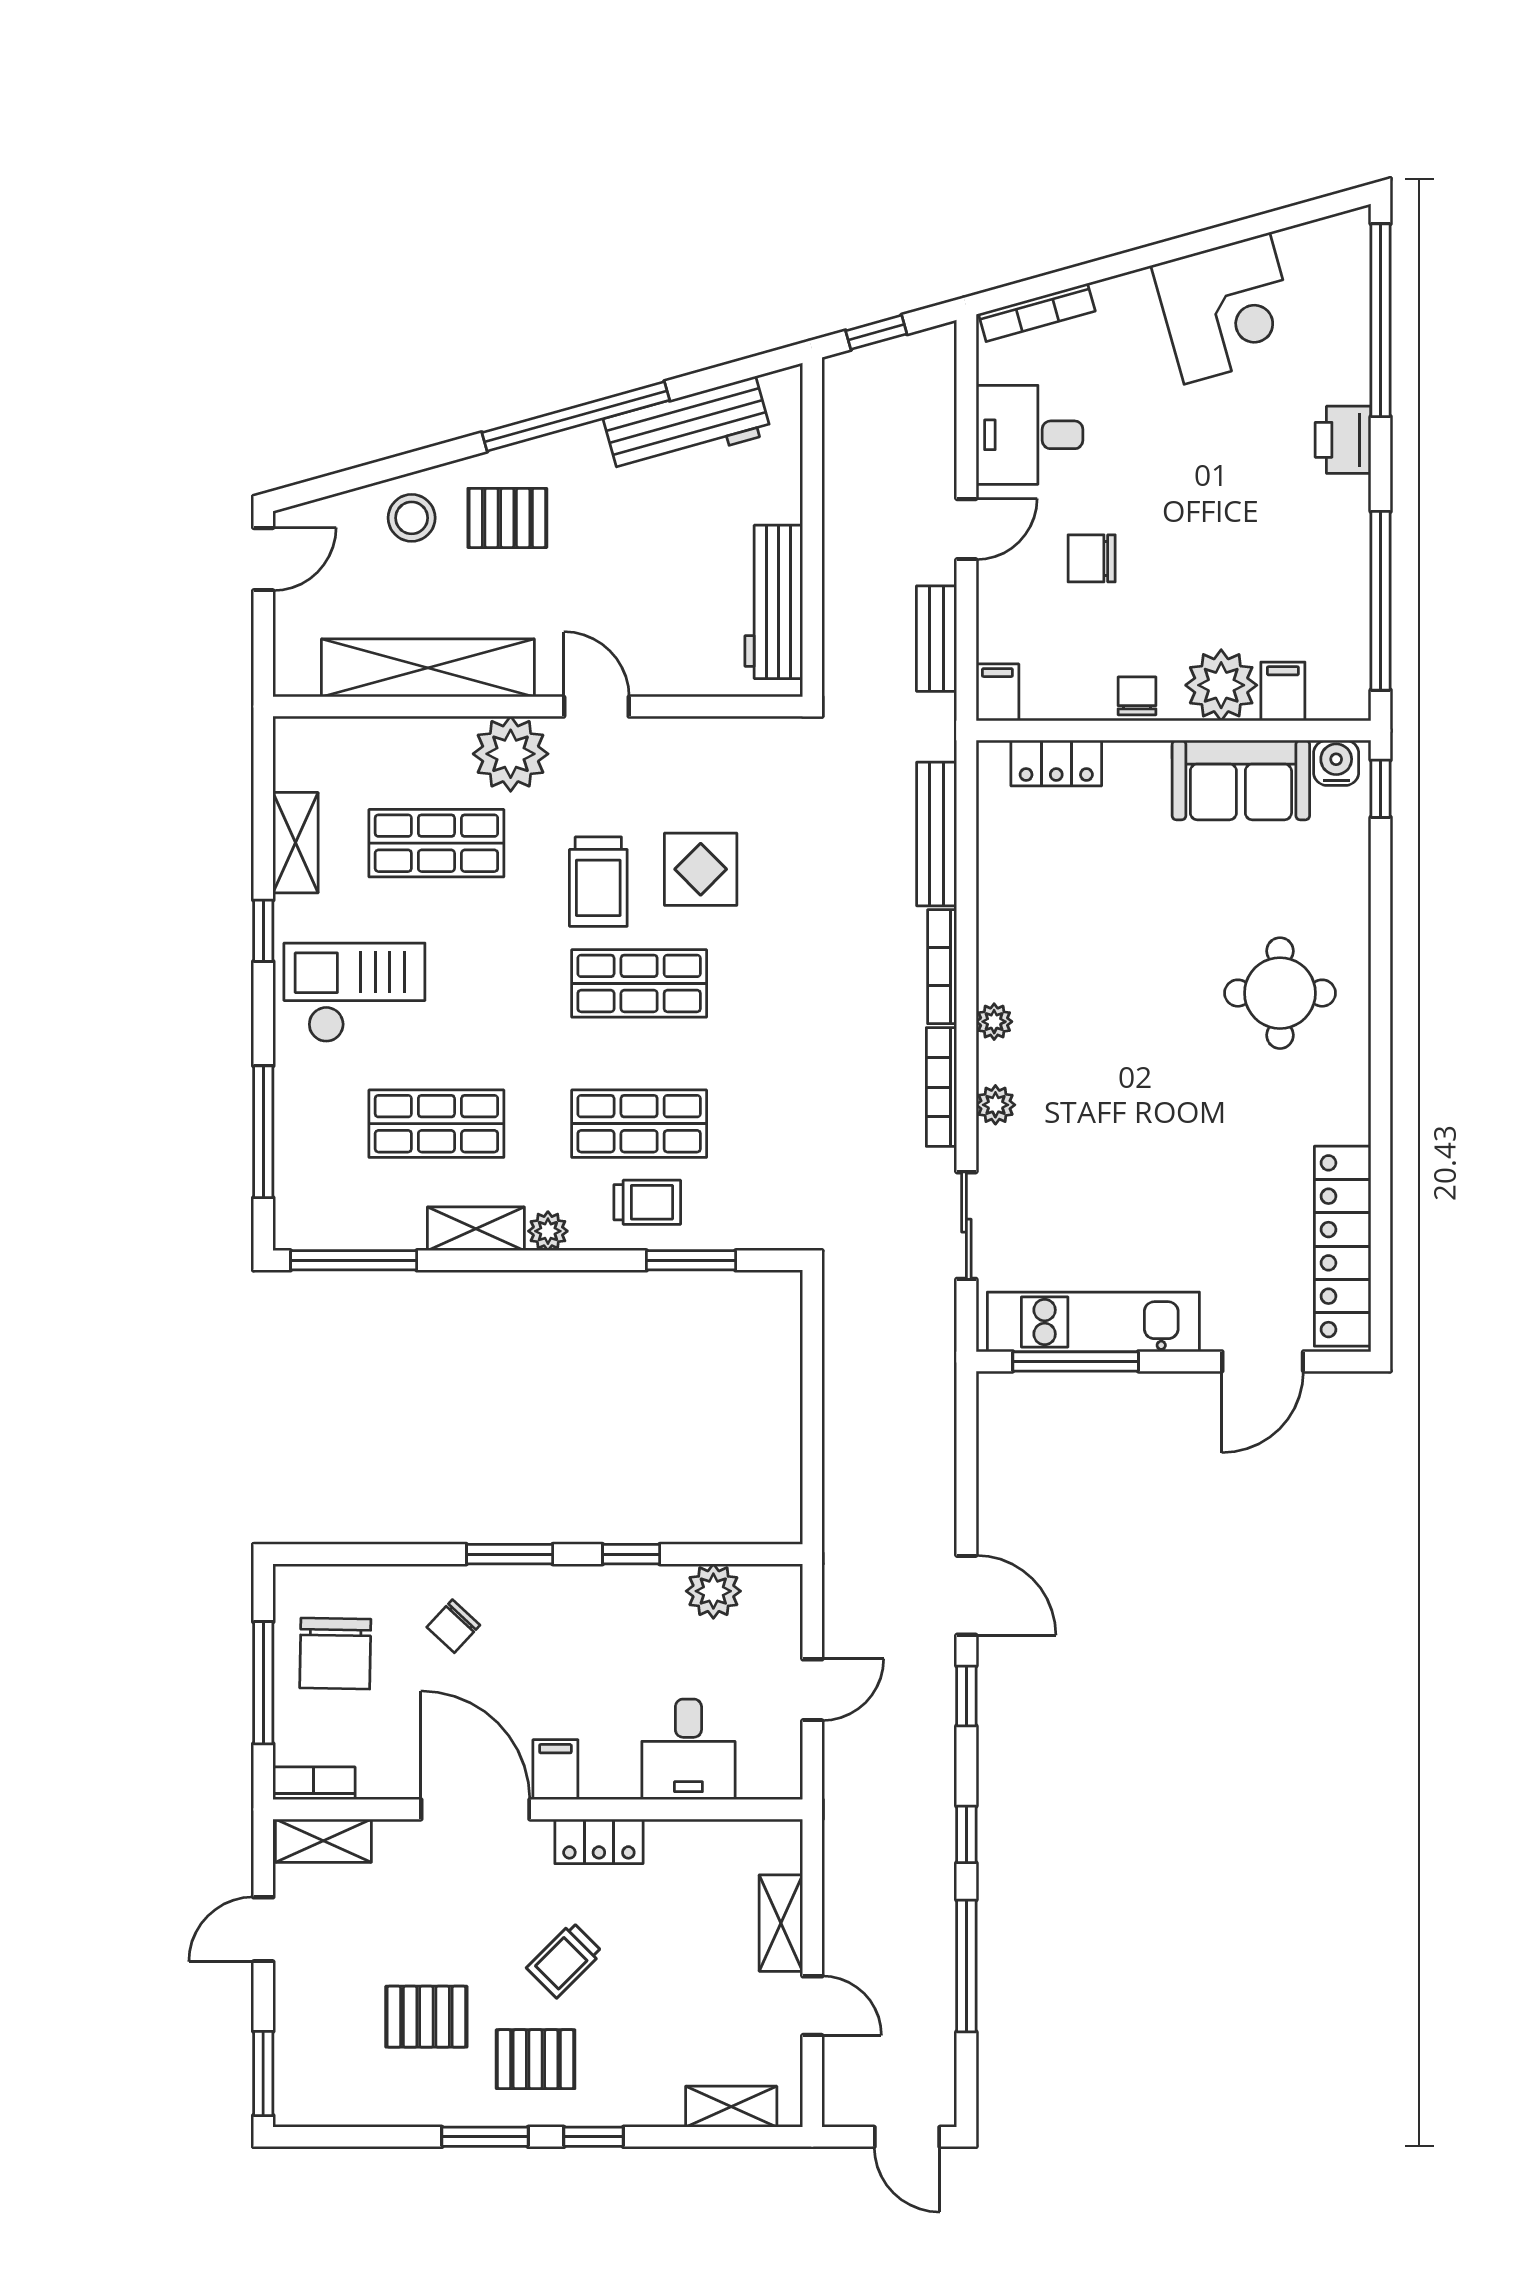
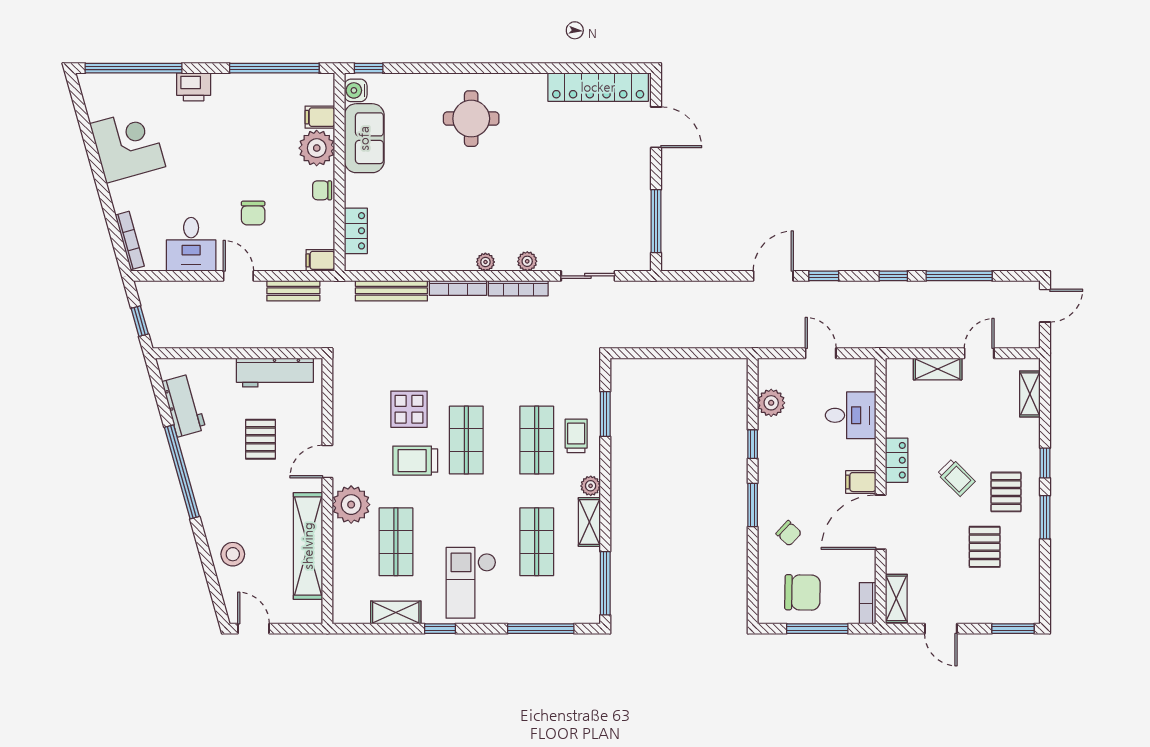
workbench: (687, 426) -> (184, 405), width x0.73
pallet: (507, 518) -> (261, 439), moved
trolley: (598, 882) -> (415, 461), turned 180
kitchen unit: (1093, 1322) -> (636, 212), removed

